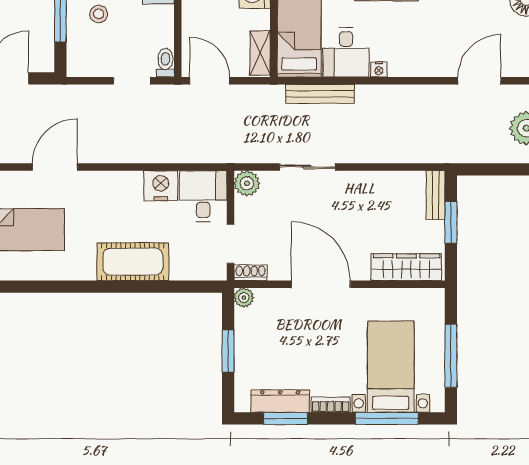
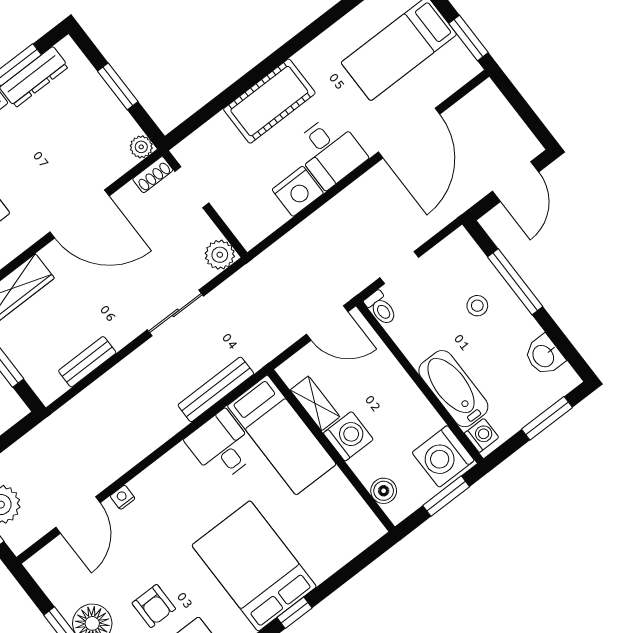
shelving: (260, 53) -> (315, 403), moved
nightstand: (379, 69) -> (123, 497), moved
door: (55, 167) -> (409, 133), width x1.36
bench: (436, 195) -> (87, 362), moved, turned 90
desk: (203, 196) -> (329, 151), moved

